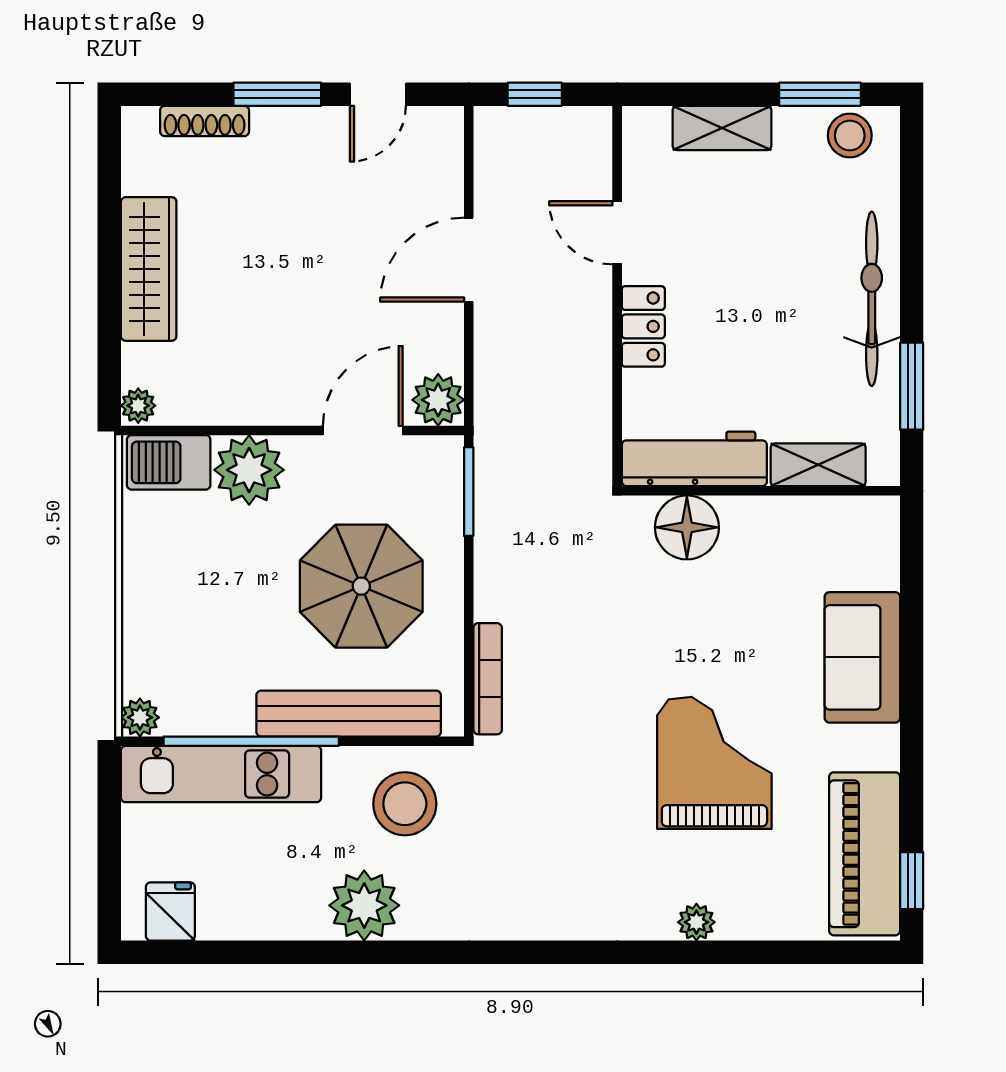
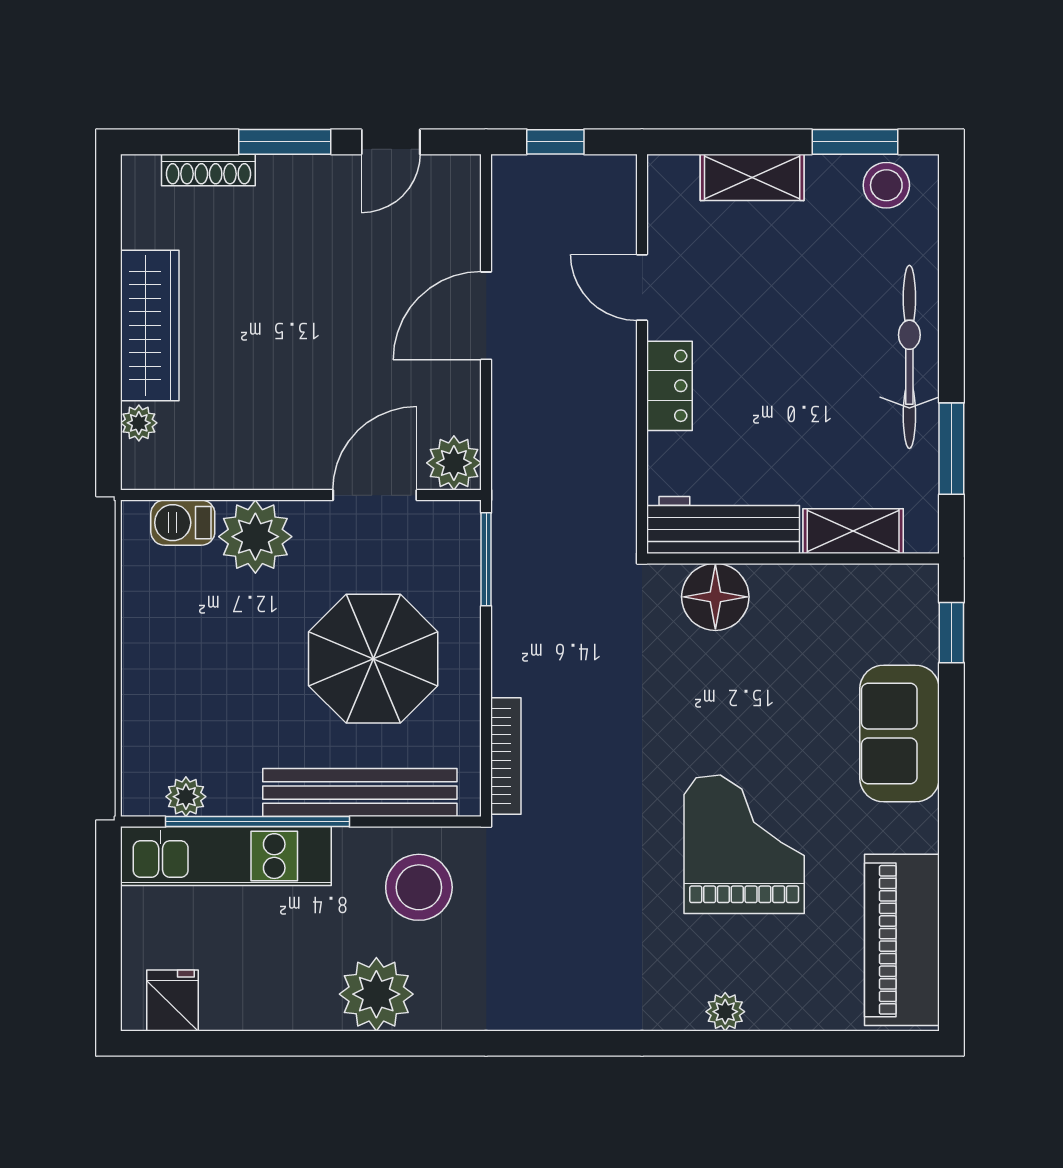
plant: (138, 406) -> (139, 423), moved
barbecue: (169, 462) -> (183, 523), width x0.73, depth x0.79
plant: (140, 717) -> (186, 797), moved
window: (912, 881) -> (951, 633), moved

